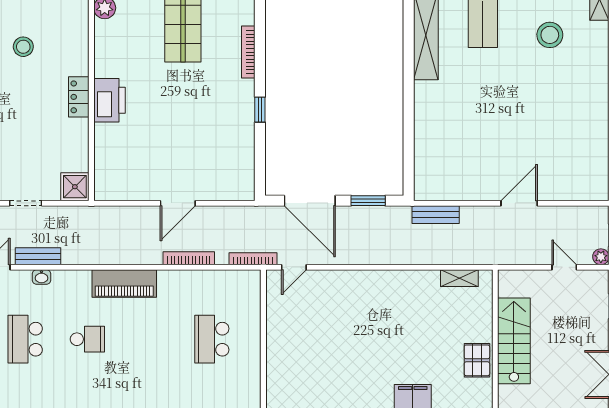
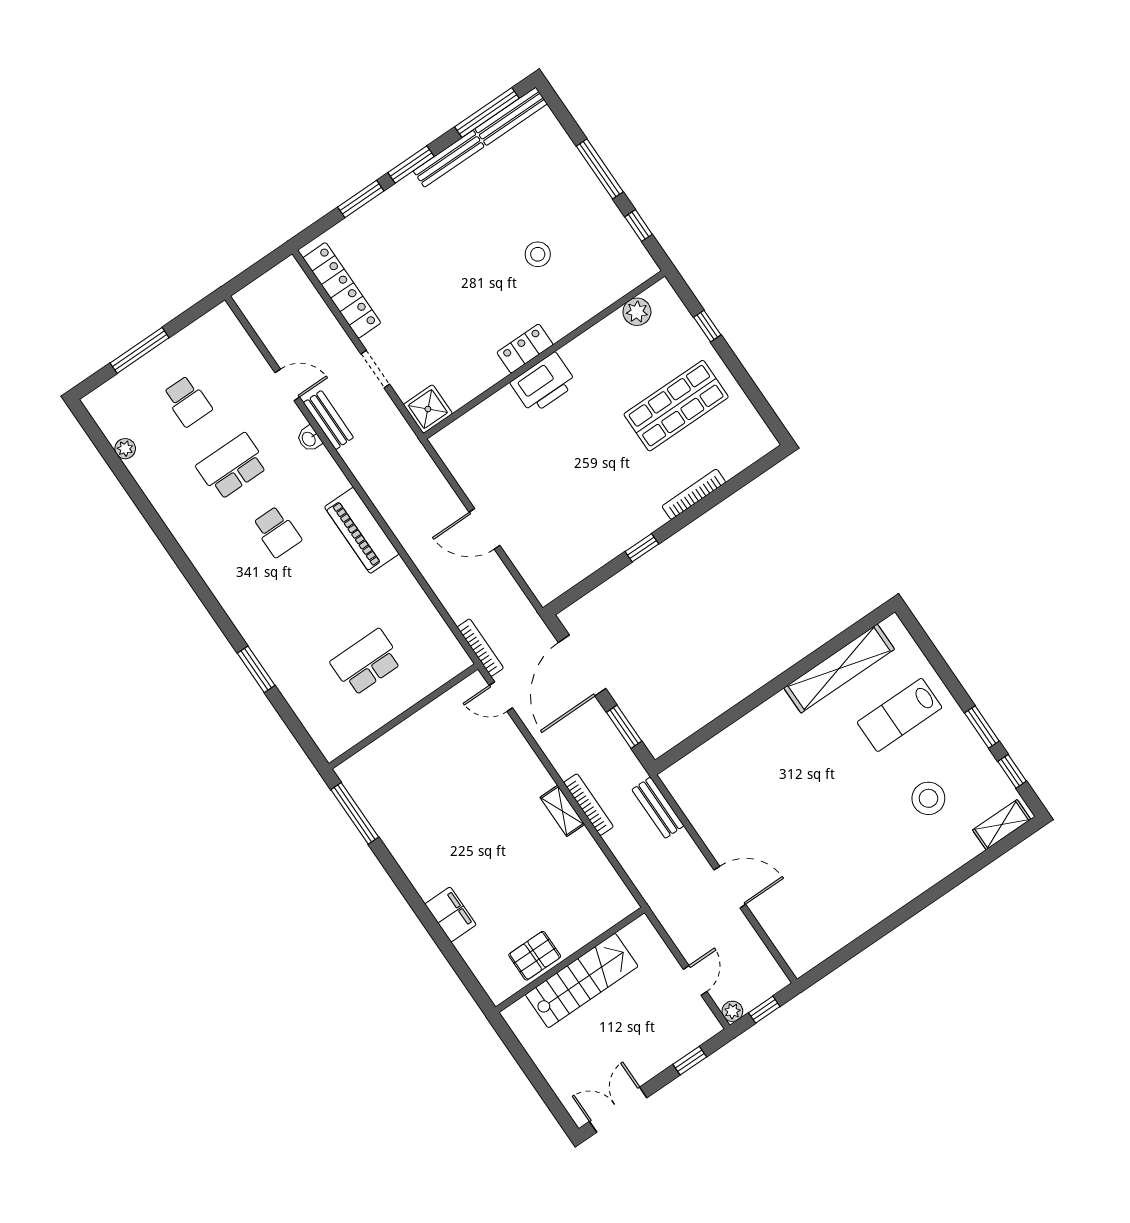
bookcase: (189, 258) -> (589, 805), moved
shelving: (459, 278) -> (562, 811), moved

